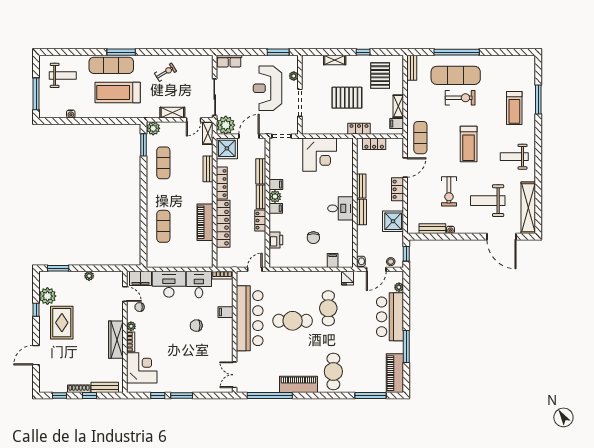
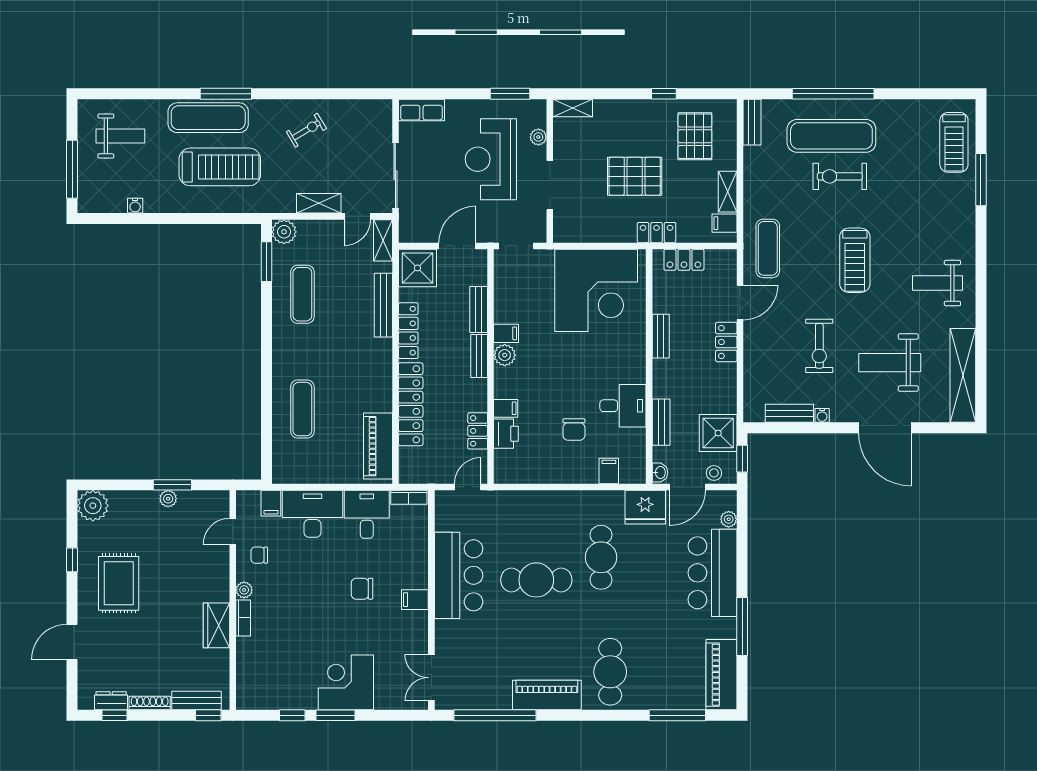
shelving: (335, 60) -> (573, 108), moved
treadmill: (118, 93) -> (220, 167), turned 180
exercise bike: (460, 98) -> (840, 176), turned 180
treadmill: (514, 108) -> (954, 142), moved
plant: (226, 125) -> (415, 226), removed
corner desk: (320, 155) -> (596, 290), width x1.36, depth x1.36
bench: (208, 169) -> (383, 305), width x1.36
filing cabinet: (276, 208) -> (506, 408), moved
desk: (340, 208) -> (623, 406), moved
bench: (362, 212) -> (661, 422), moved
locker: (260, 221) -> (478, 431), moved
shower: (393, 221) -> (718, 433), moved
piano: (205, 222) -> (378, 446), moved
door: (501, 237) -> (885, 428), moved
window: (58, 268) -> (172, 485), moved
filing cabinet: (141, 278) -> (271, 503), width x0.50
fridge: (347, 278) -> (645, 507), width x1.88, depth x1.34
door: (125, 294) -> (233, 532), swing flipped
plant: (47, 296) -> (93, 506), moved
filing cabinet: (225, 312) -> (415, 600), moved
bar counter: (250, 318) -> (459, 575), width x0.73
wardrobe: (116, 340) -> (216, 625), width x0.67
corner desk: (142, 368) -> (346, 682), moved, turned -90
dresser: (58, 388) -> (111, 701), added
window: (89, 396) -> (208, 715), moved

